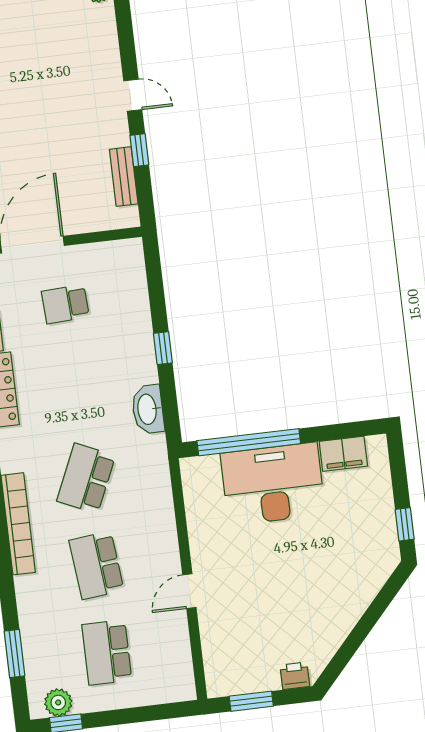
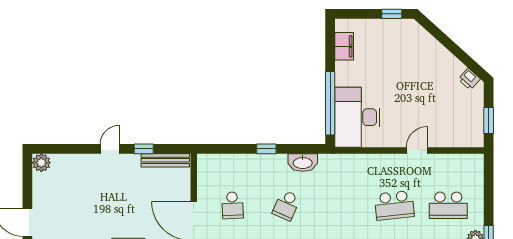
bench: (124, 177) -> (165, 160), width x1.36
school desk: (86, 478) -> (286, 205), moved, width x0.54
desk: (273, 484) -> (357, 117), moved
door: (189, 591) -> (417, 150), swing flipped
printer: (295, 676) -> (469, 79), moved, turned -48

